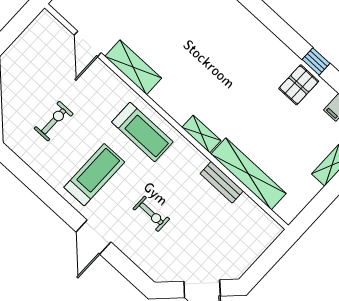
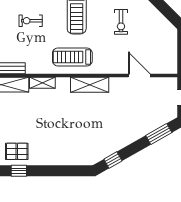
shelving: (133, 67) -> (90, 85), moved
pallet: (299, 85) -> (17, 151), turned 90

